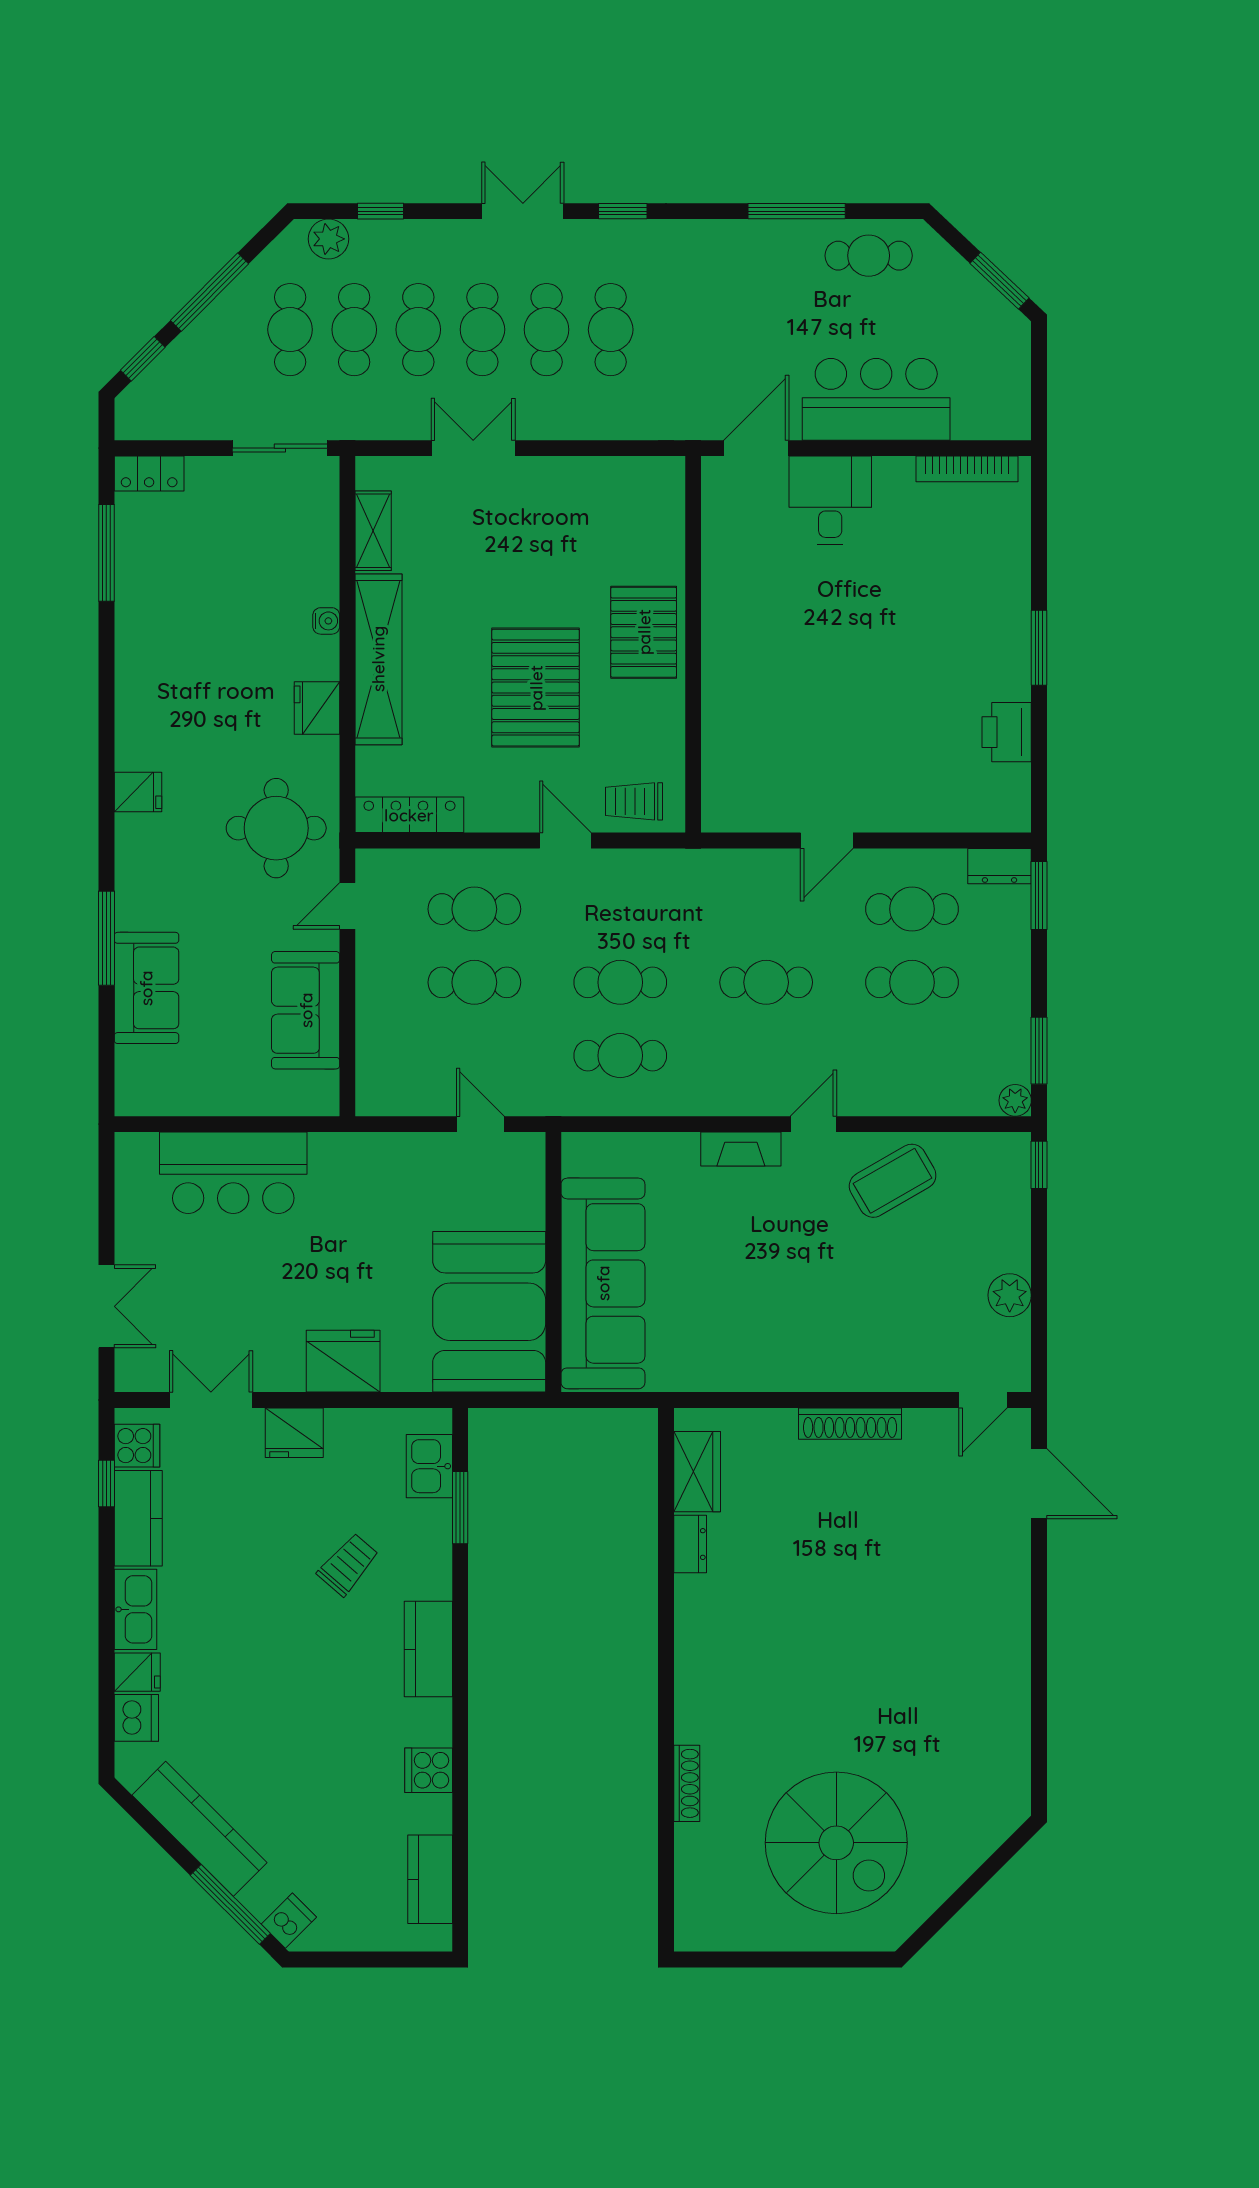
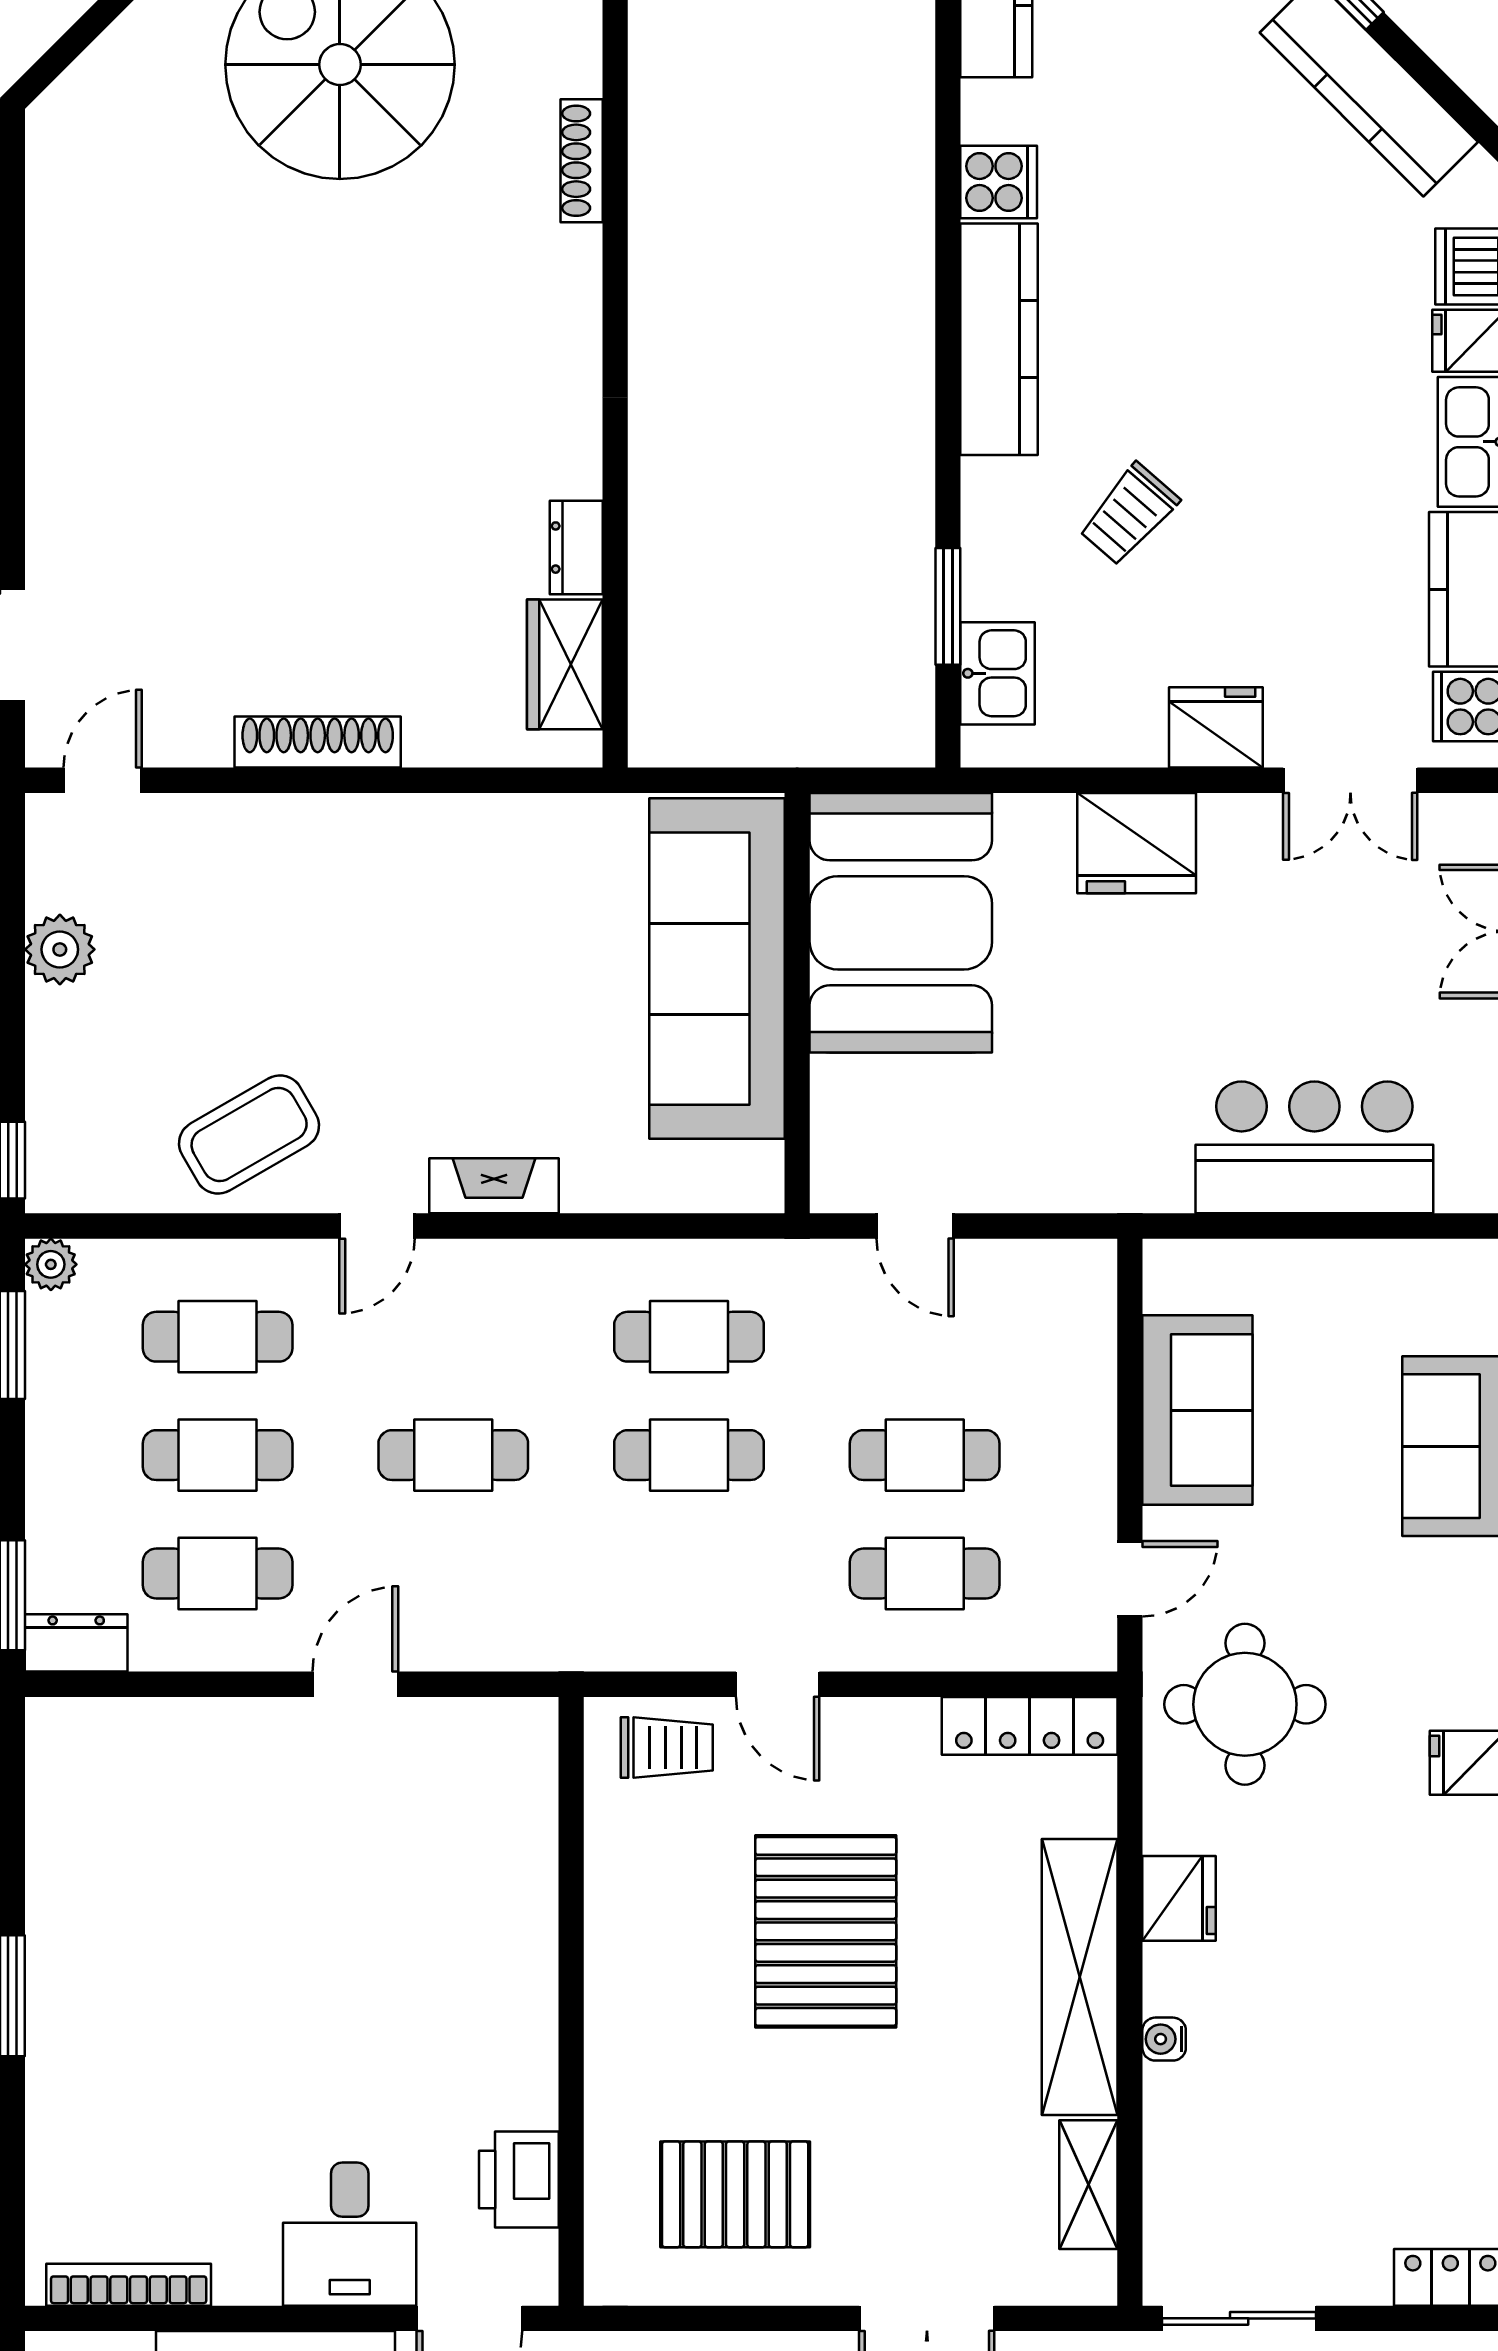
pallet: (644, 632) -> (735, 2194), moved, turned 90
printer: (1007, 732) -> (519, 2180), moved, turned 180
cafe table: (912, 1056) -> (218, 1337), added
kitchen counter: (428, 1649) -> (999, 339), width x1.50

